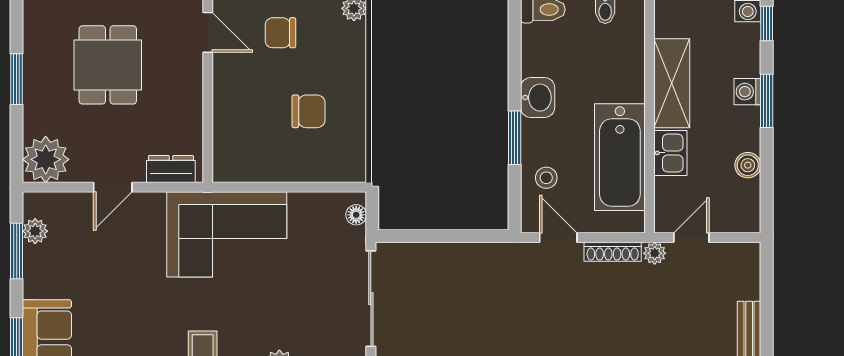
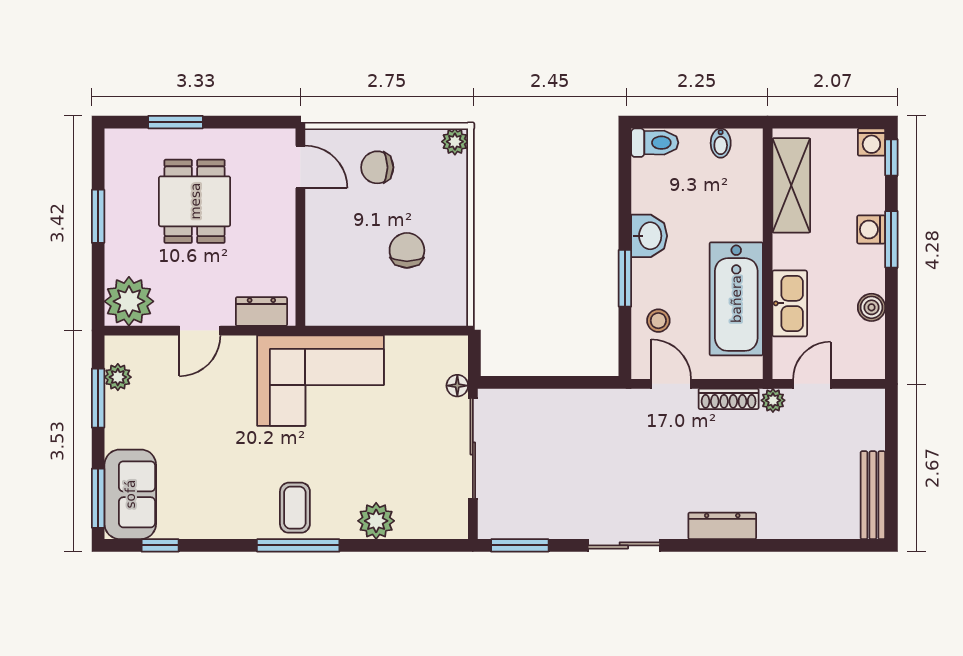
shelving: (672, 83) -> (791, 185), moved
chair: (309, 111) -> (407, 250), turned -90
kitchen sink: (670, 153) -> (790, 303), width x1.38
floor lamp: (356, 215) -> (457, 386), moved

